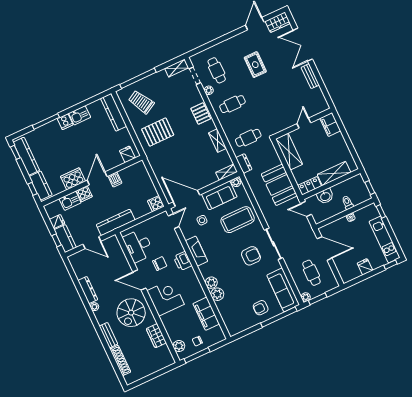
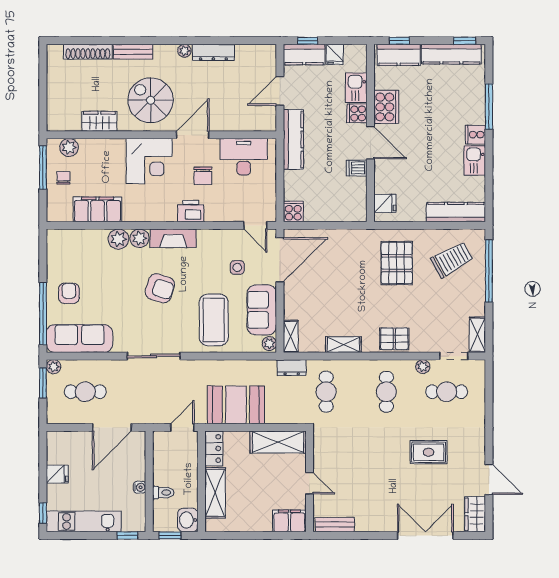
bench: (310, 76) -> (335, 525), moved
washbasin: (325, 196) -> (188, 520), moved
fireplace: (197, 251) -> (173, 238), moved
armchair: (251, 256) -> (160, 288), moved, turned -73

